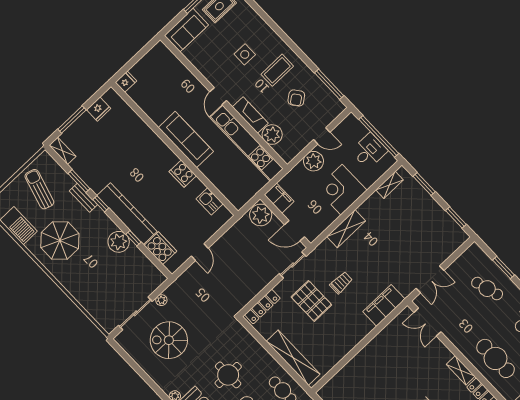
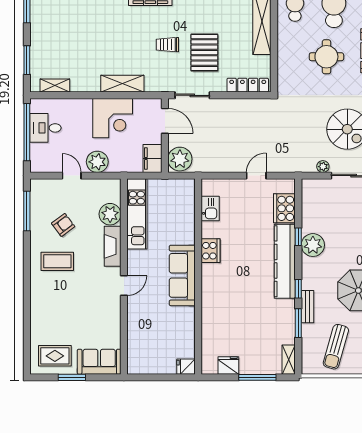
side table: (245, 54) -> (71, 298), removed
kitchen unit: (247, 143) -> (137, 214), width x0.73
corner desk: (342, 190) -> (113, 118), moved

